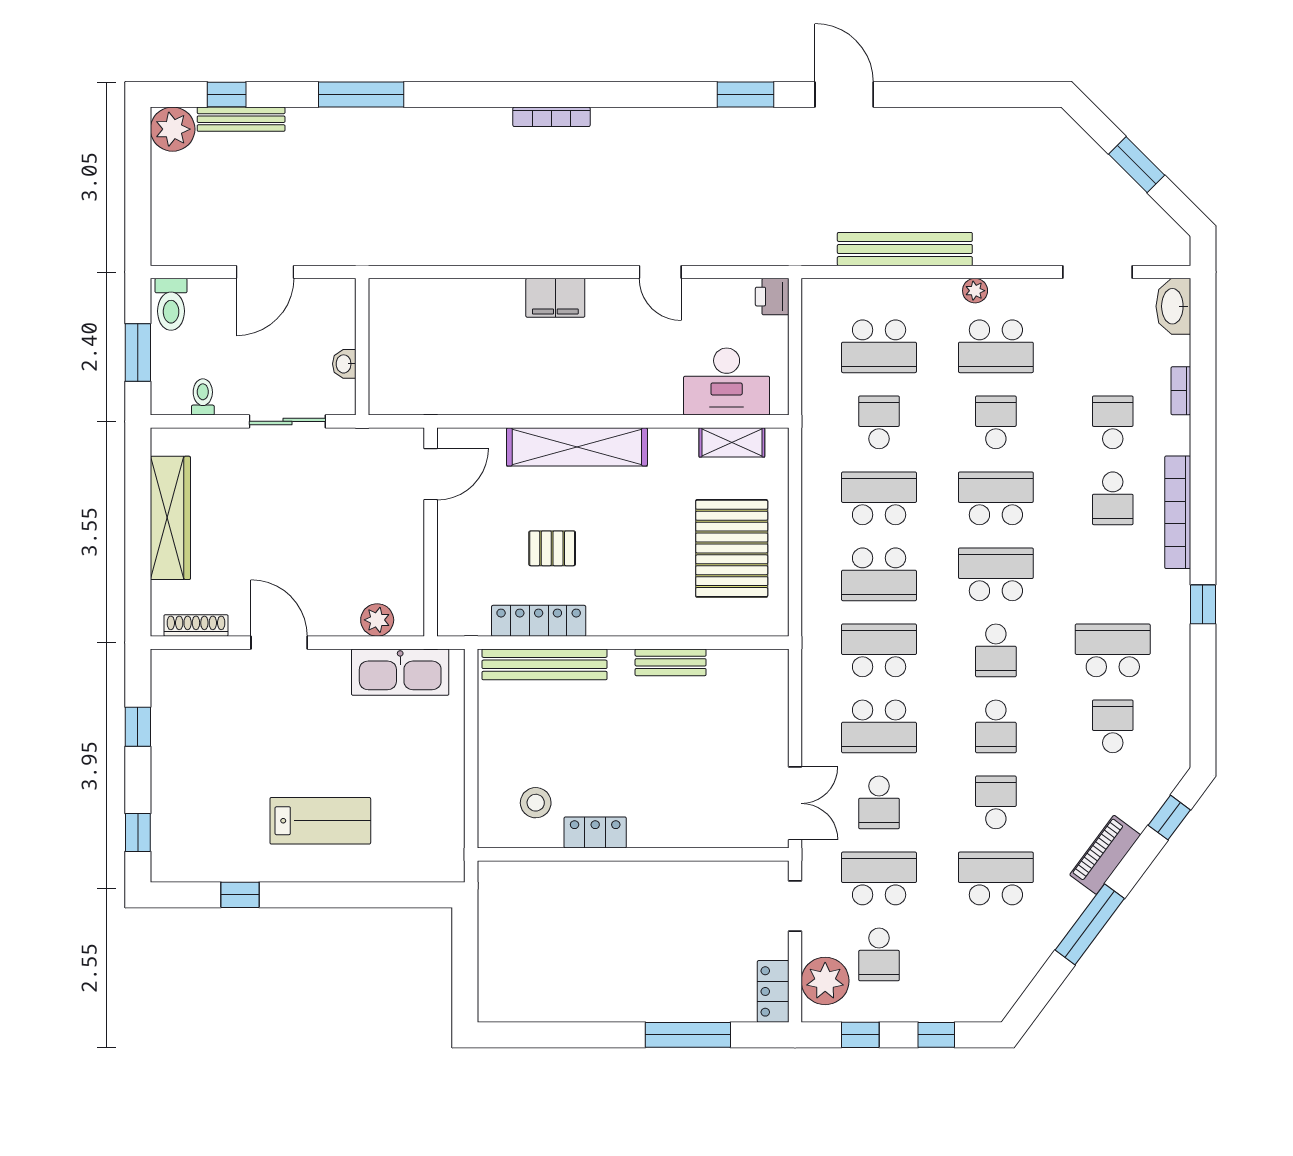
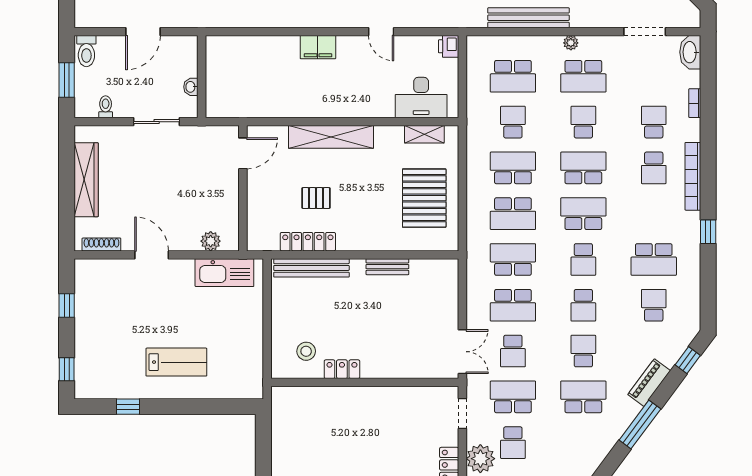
school desk: (1113, 650) -> (654, 259), turned 180

